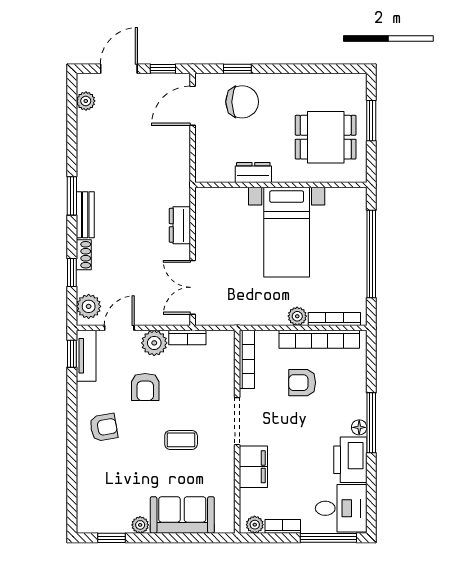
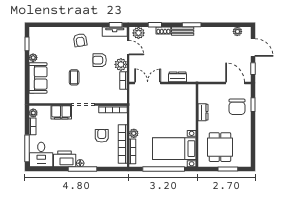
bed with nightstands: (287, 232) -> (174, 149), moved

